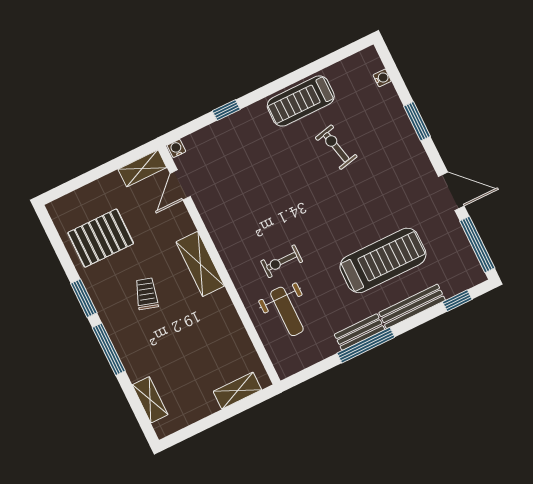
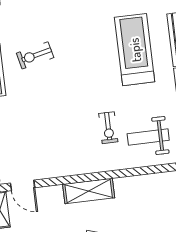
weight bench: (287, 311) -> (148, 137), turned 180

